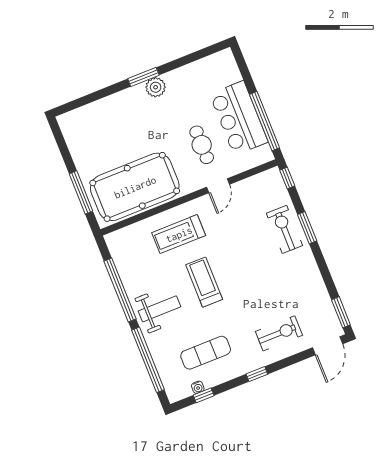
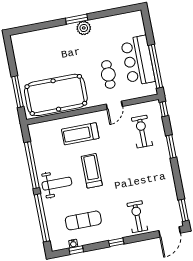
exercise bike: (284, 229) -> (142, 132), moved
exercise bike: (279, 333) -> (137, 217), turned -90

